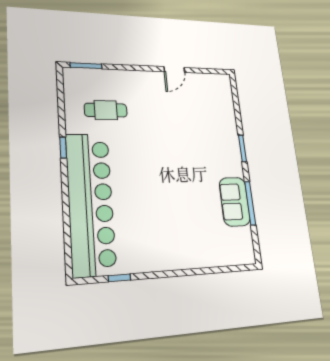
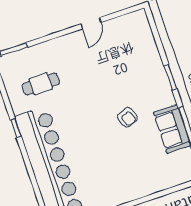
armchair: (191, 175) -> (127, 117), added

